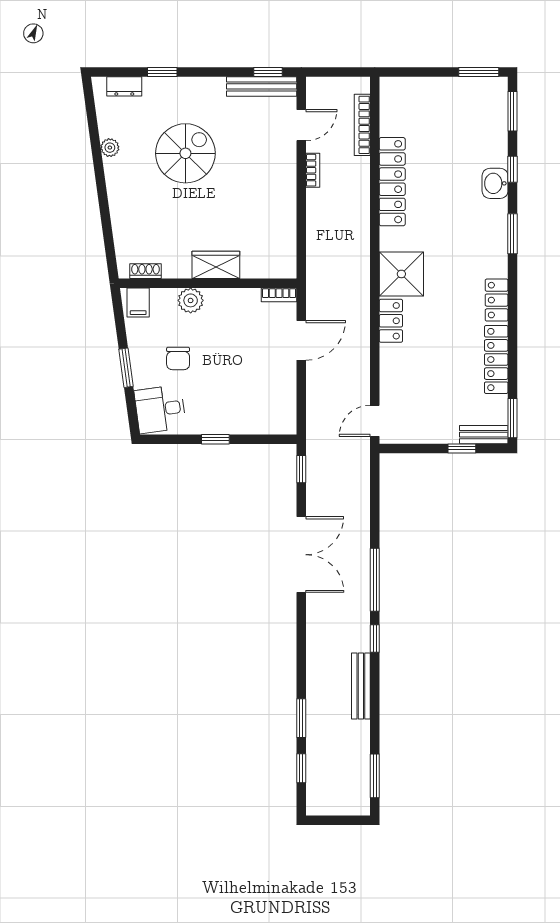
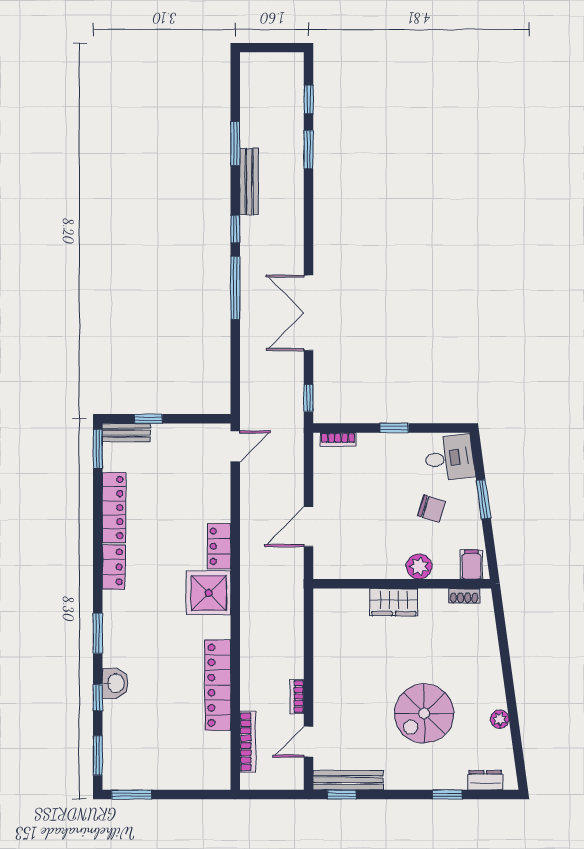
bookcase: (279, 295) -> (338, 440), moved, turned 180
chair: (178, 358) -> (432, 509), turned 107
window: (375, 776) -> (235, 144), moved

